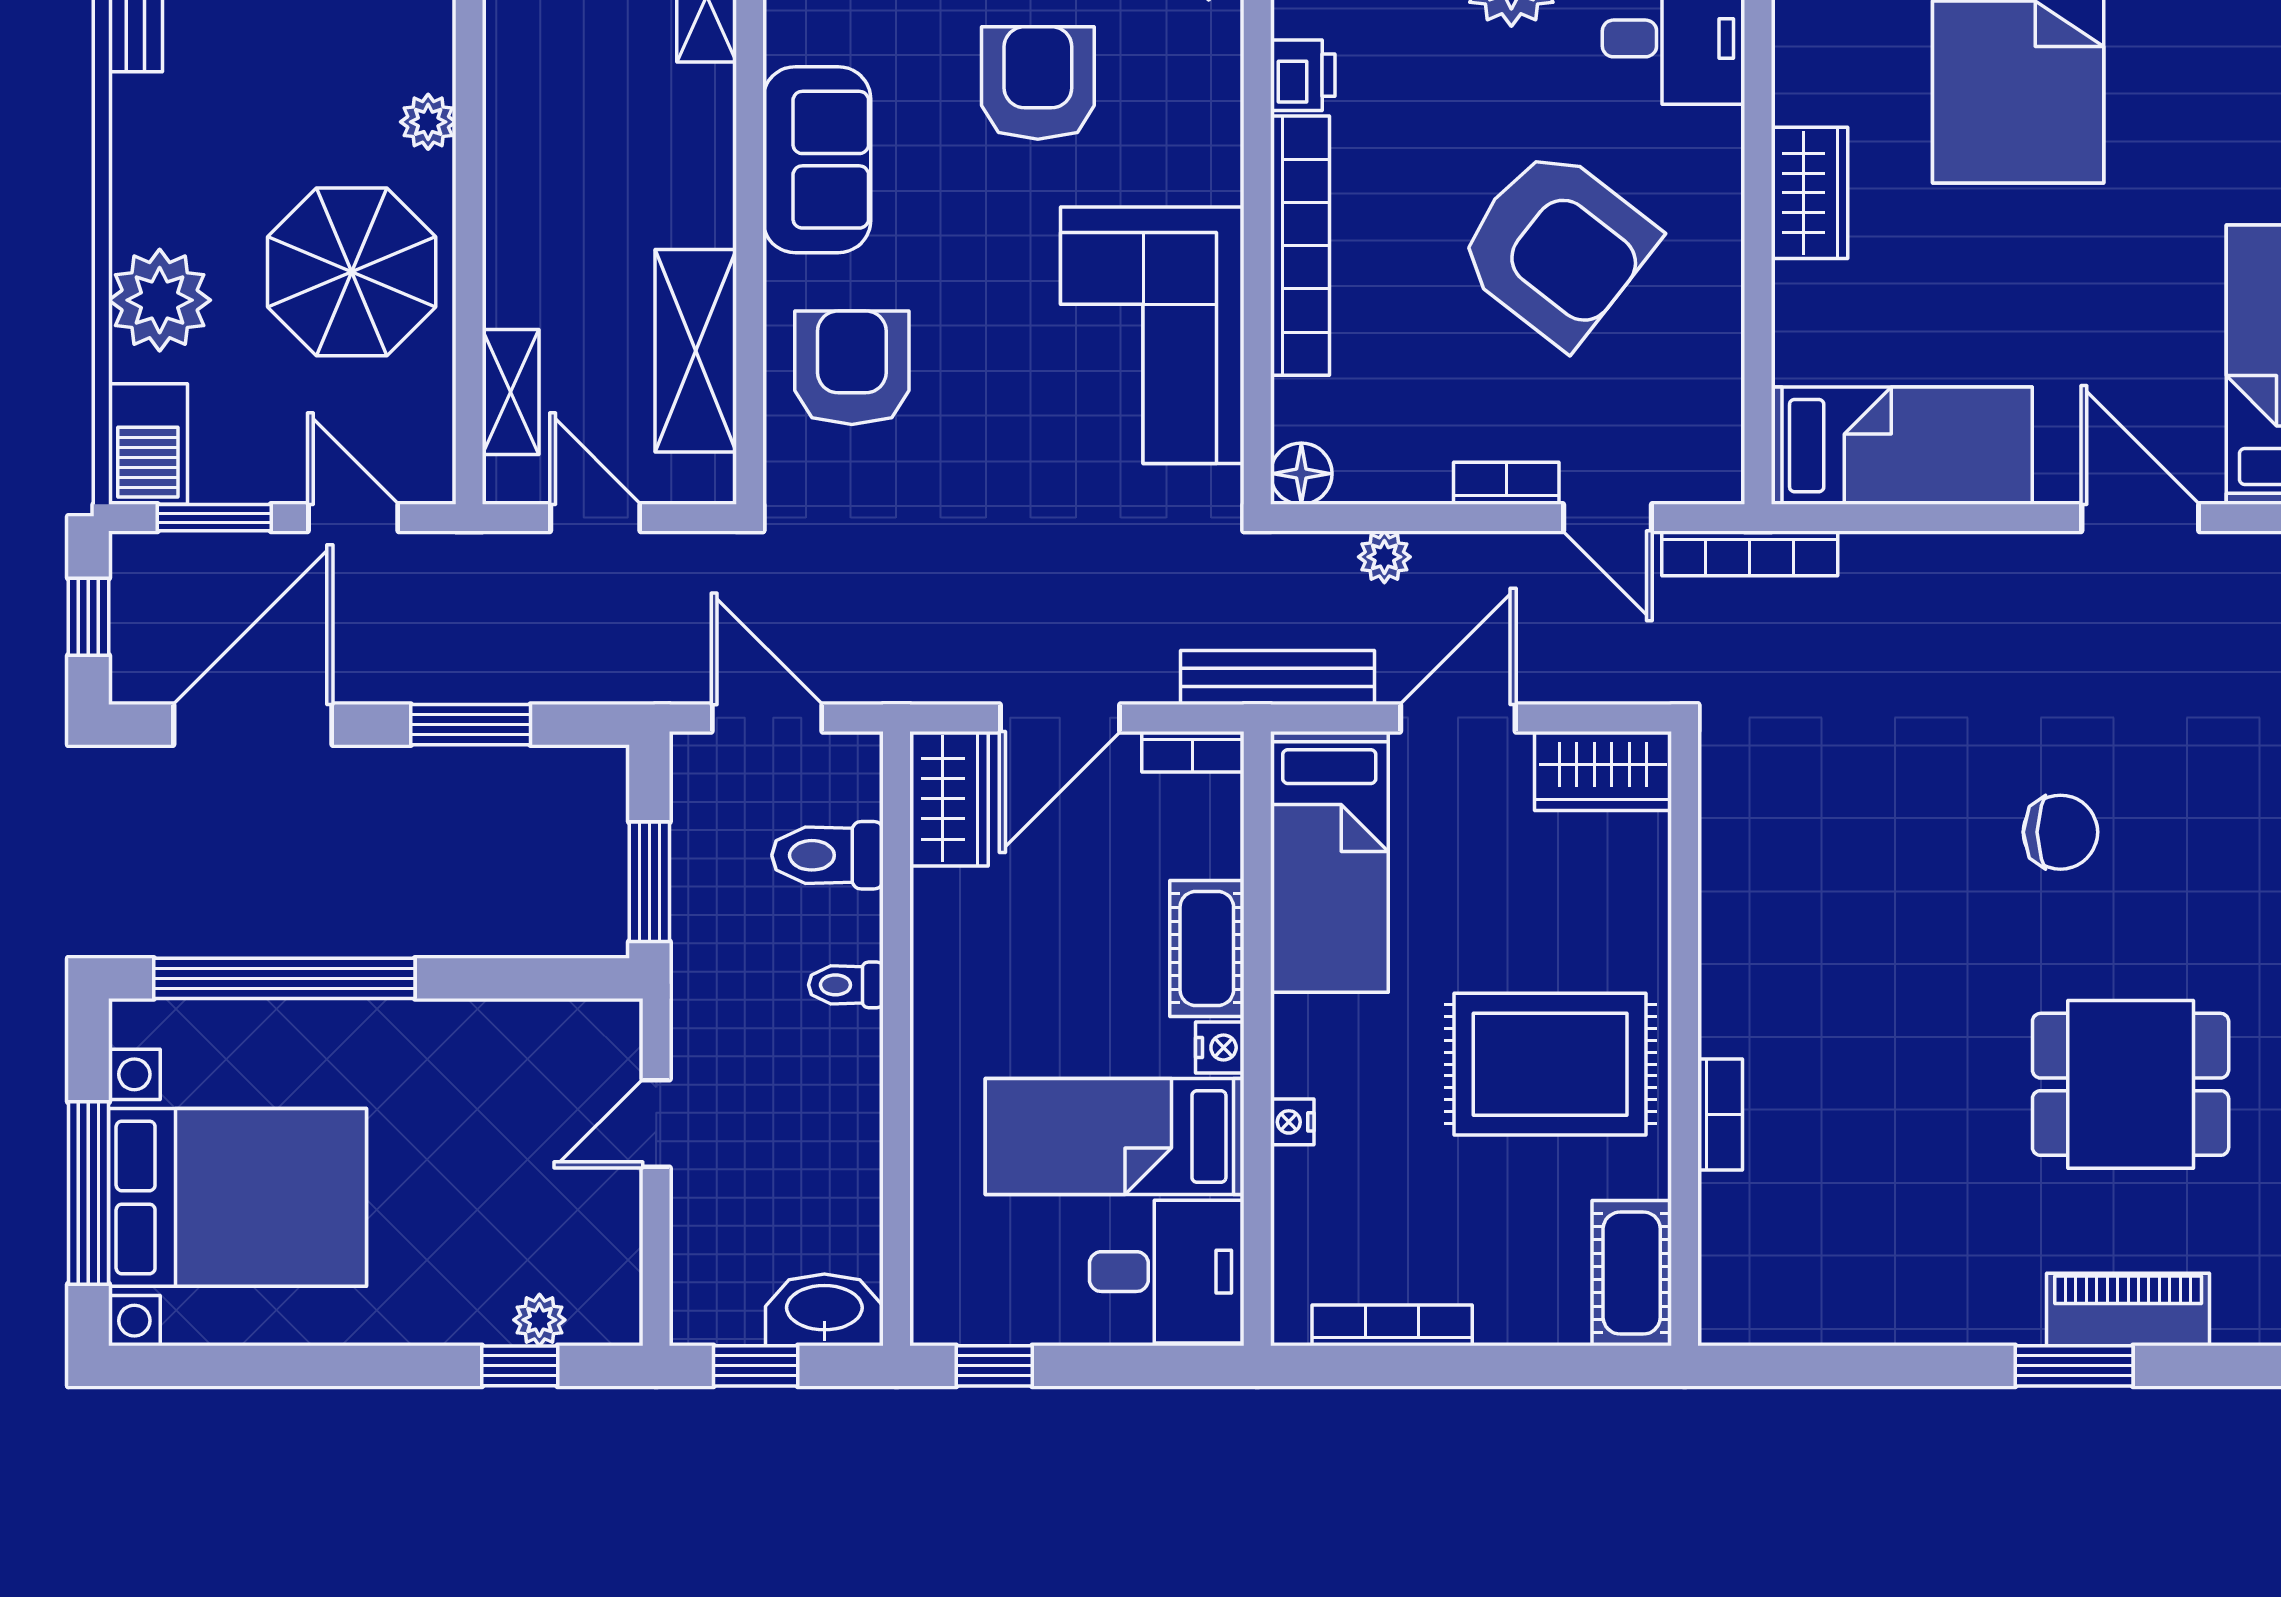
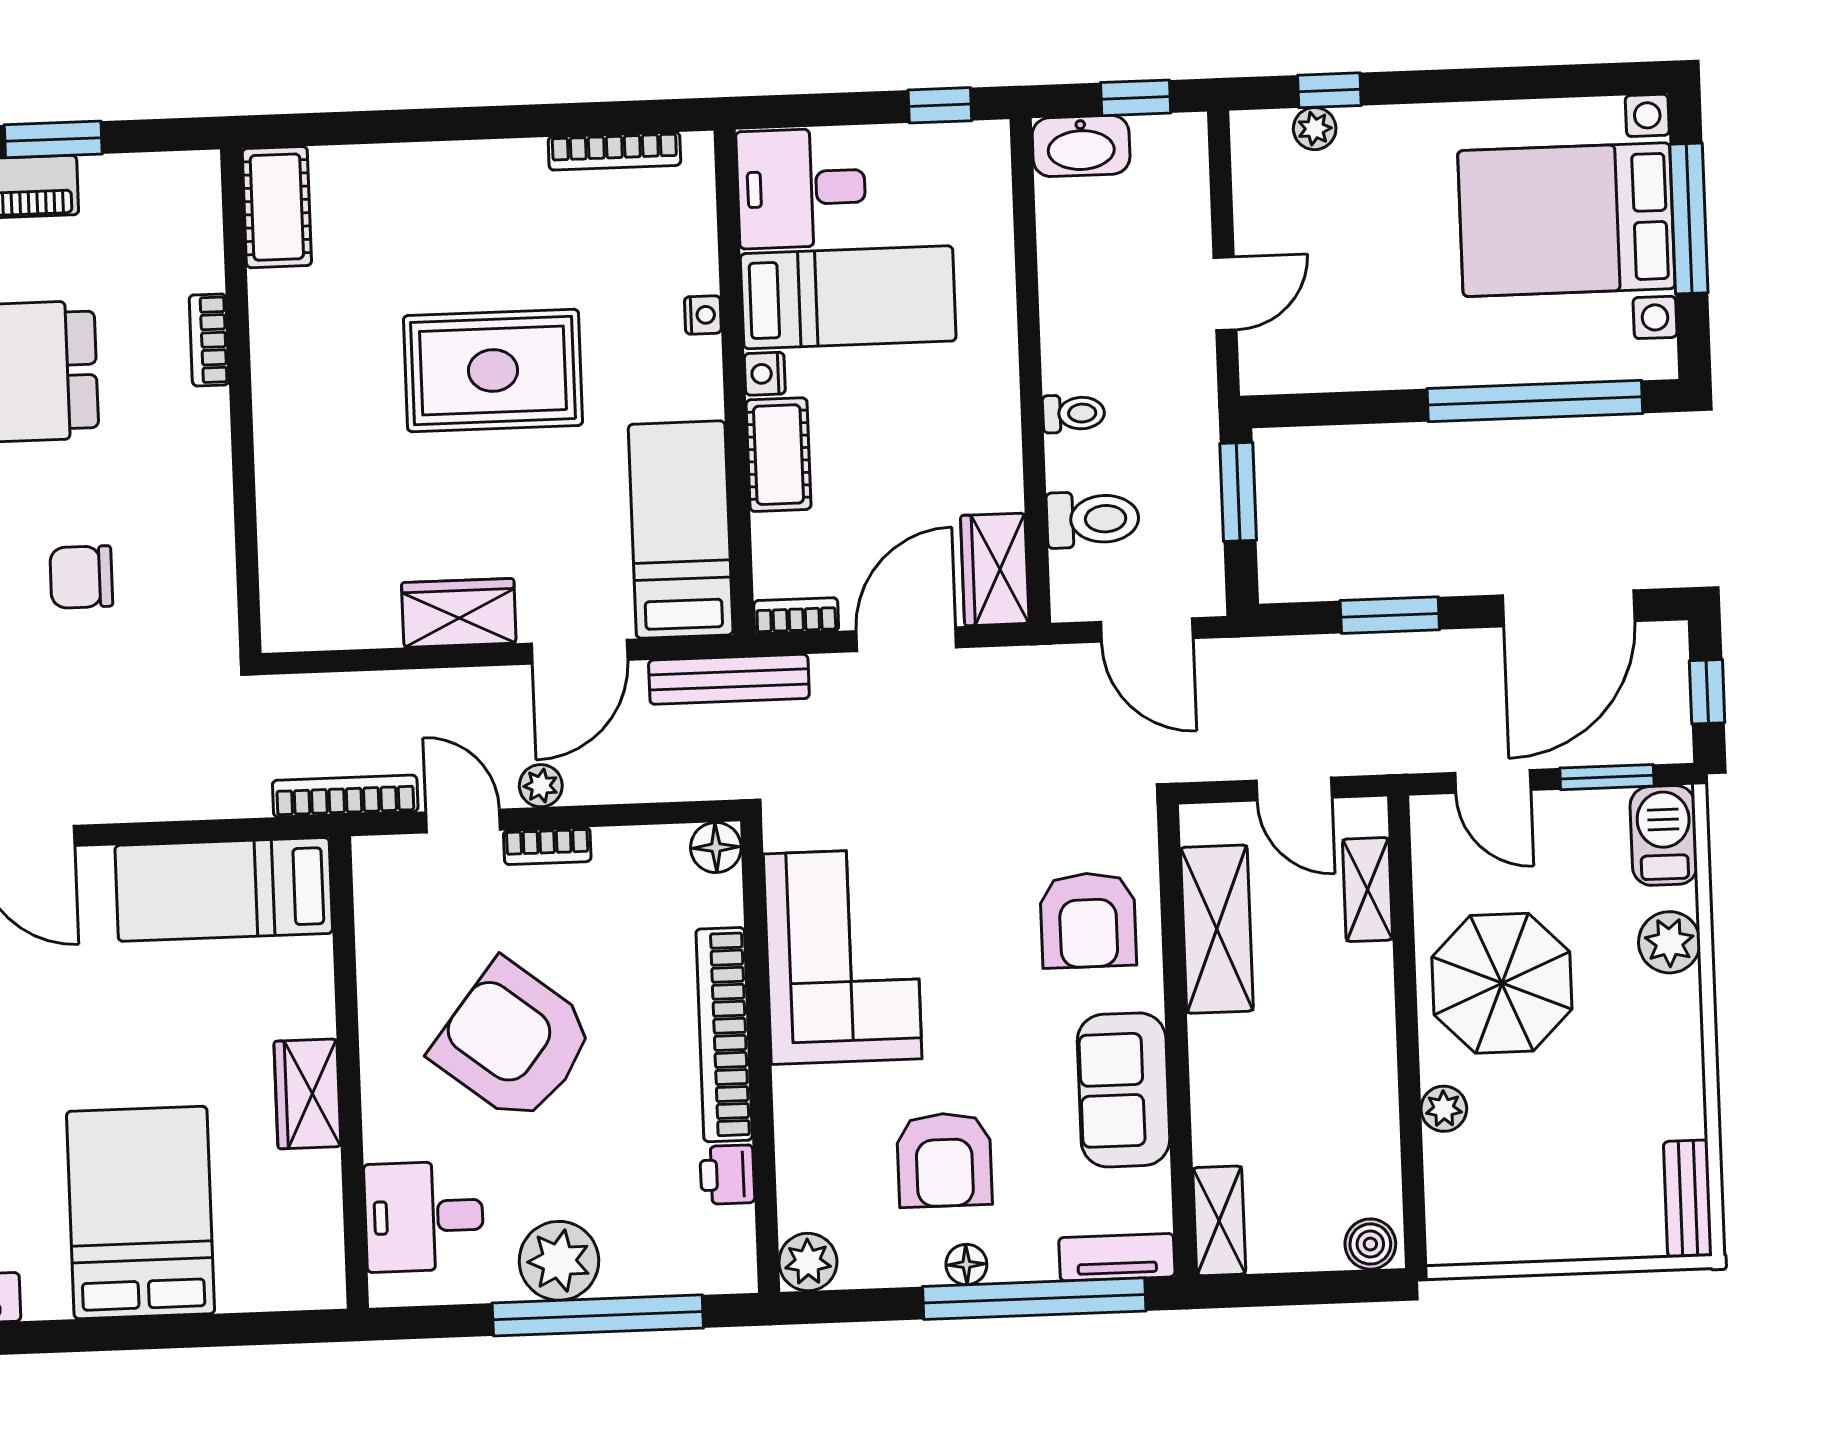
plant: (160, 300) -> (1669, 942), width x0.73, depth x0.73
plant: (1384, 557) -> (541, 786), moved
wall: (1685, 1039) -> (241, 401), moved
bookcase: (1720, 1115) -> (209, 340), moved
cot: (1632, 1273) -> (277, 207), moved

